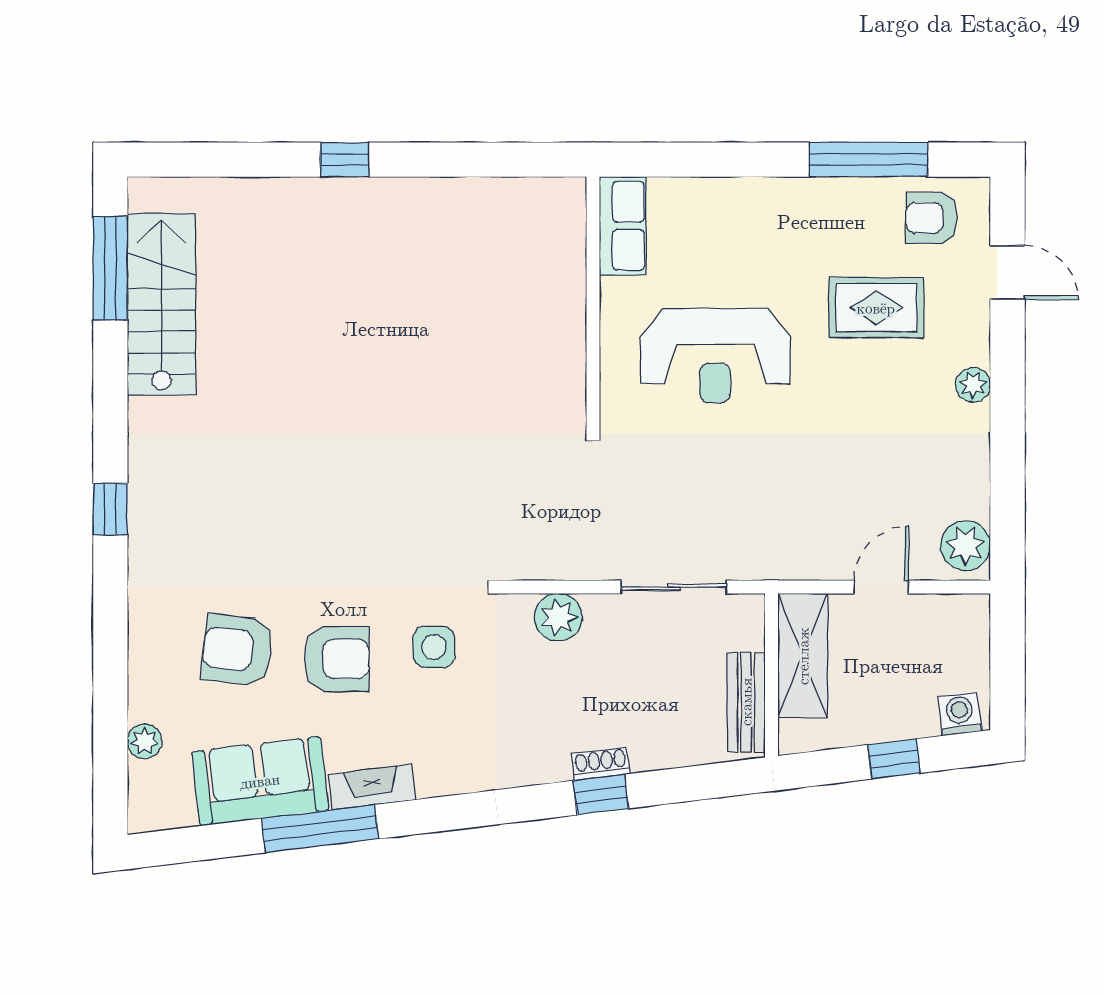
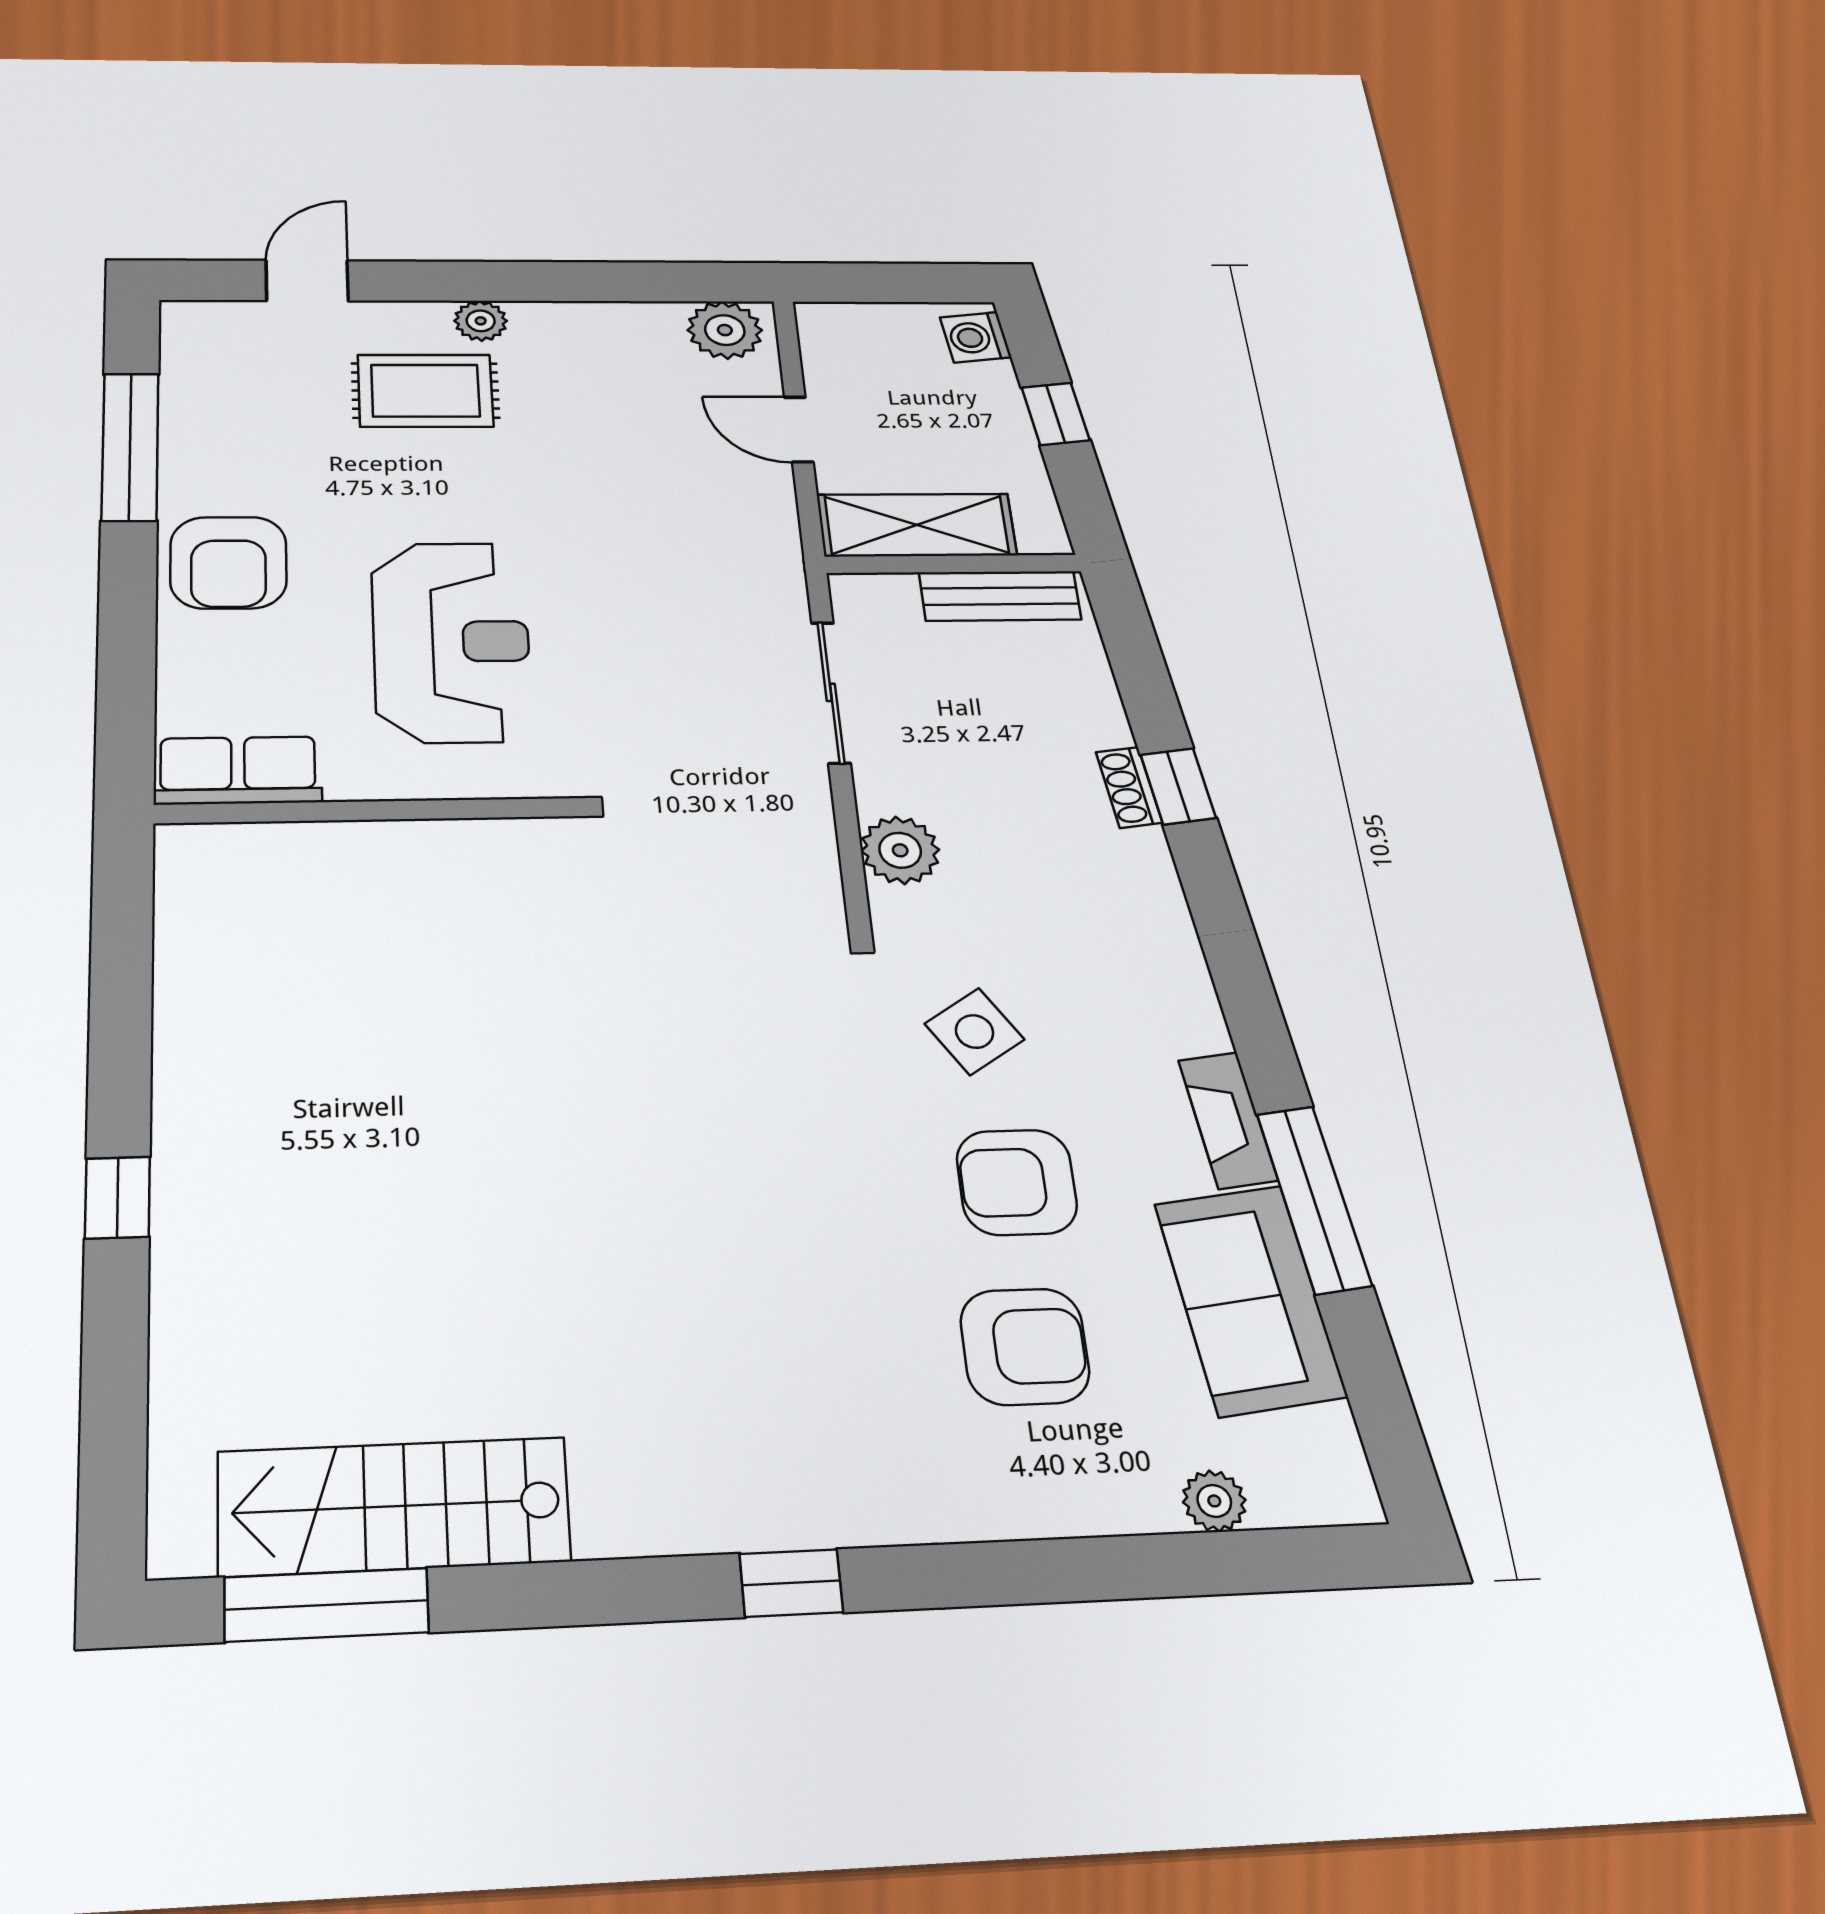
armchair: (932, 218) -> (228, 563), moved, width x1.38, depth x1.38
rug: (876, 308) -> (425, 391), moved, turned 90
side table: (434, 647) -> (974, 1032), turned -33
armchair: (237, 650) -> (1025, 1347), turned -97
armchair: (337, 659) -> (1017, 1182), turned -90

